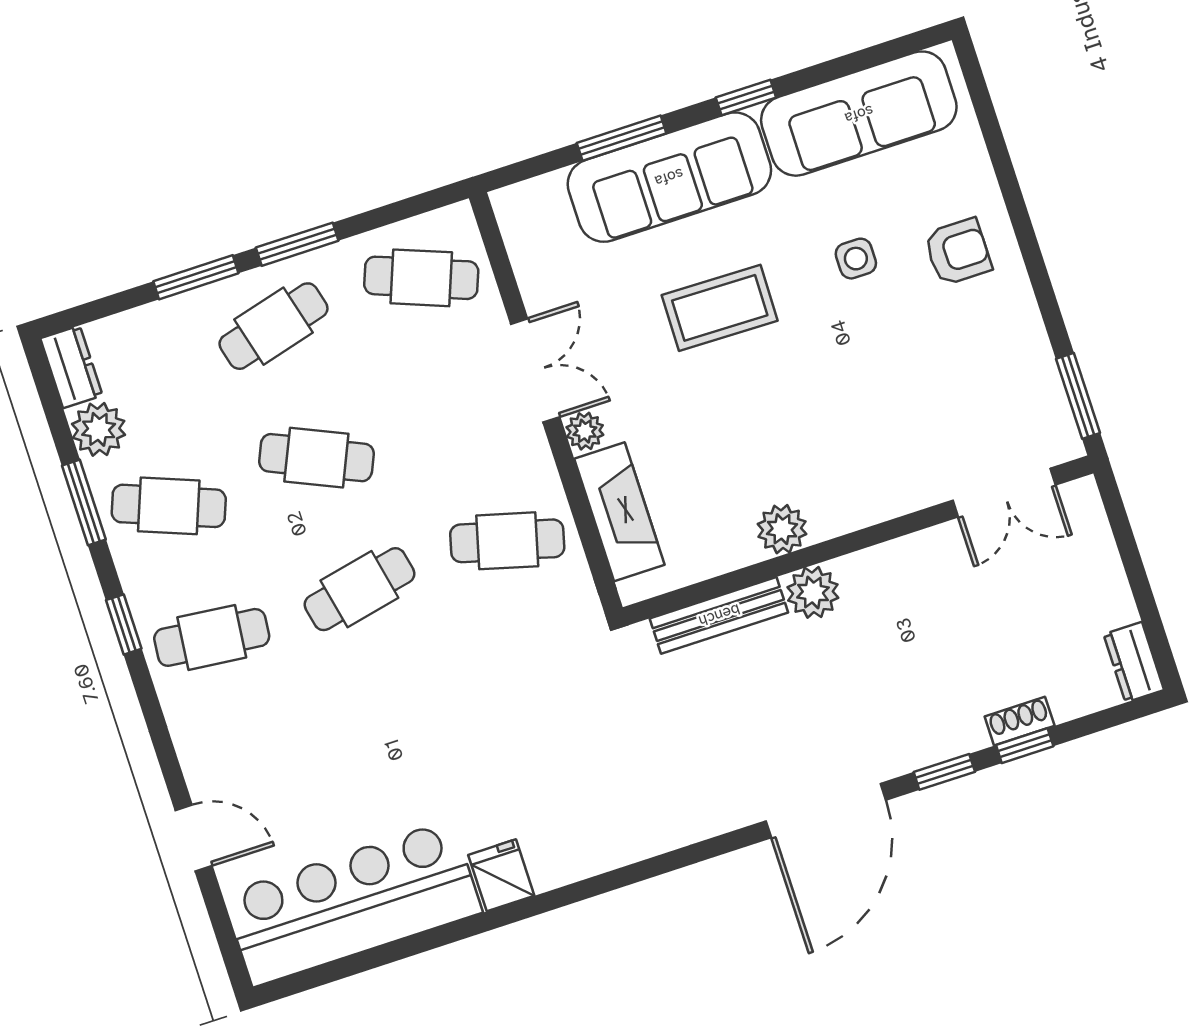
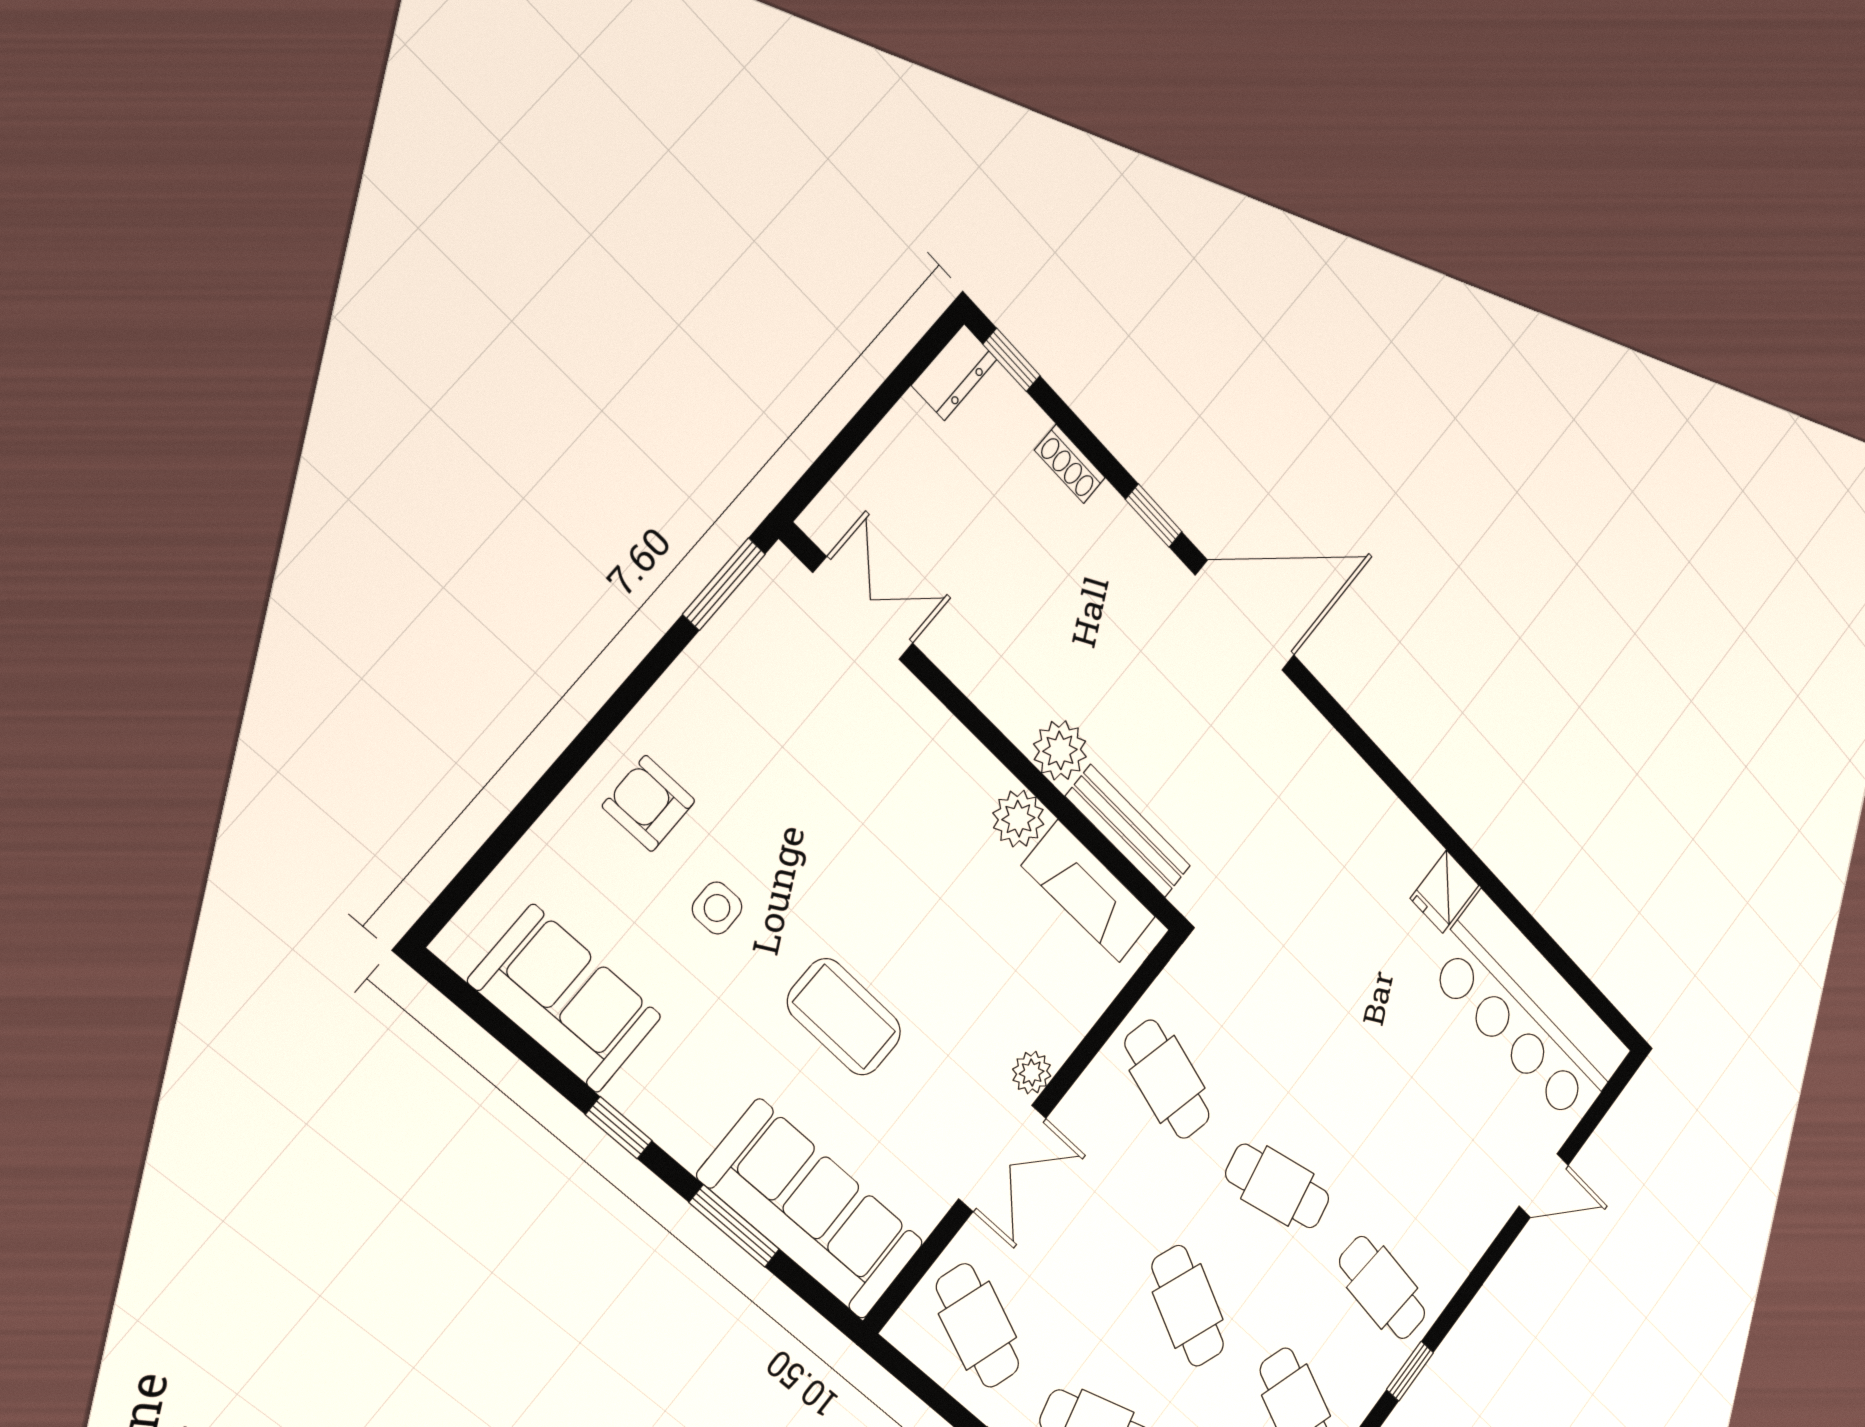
sofa: (859, 114) -> (565, 999), width x0.73
sofa: (669, 177) -> (812, 1210), moved
double door: (535, 370) -> (1002, 1158), swing flipped
fireplace: (619, 512) -> (1089, 891), moved, turned -90
window: (1025, 746) -> (1012, 360), moved
door: (194, 838) -> (1544, 1186), swing flipped

